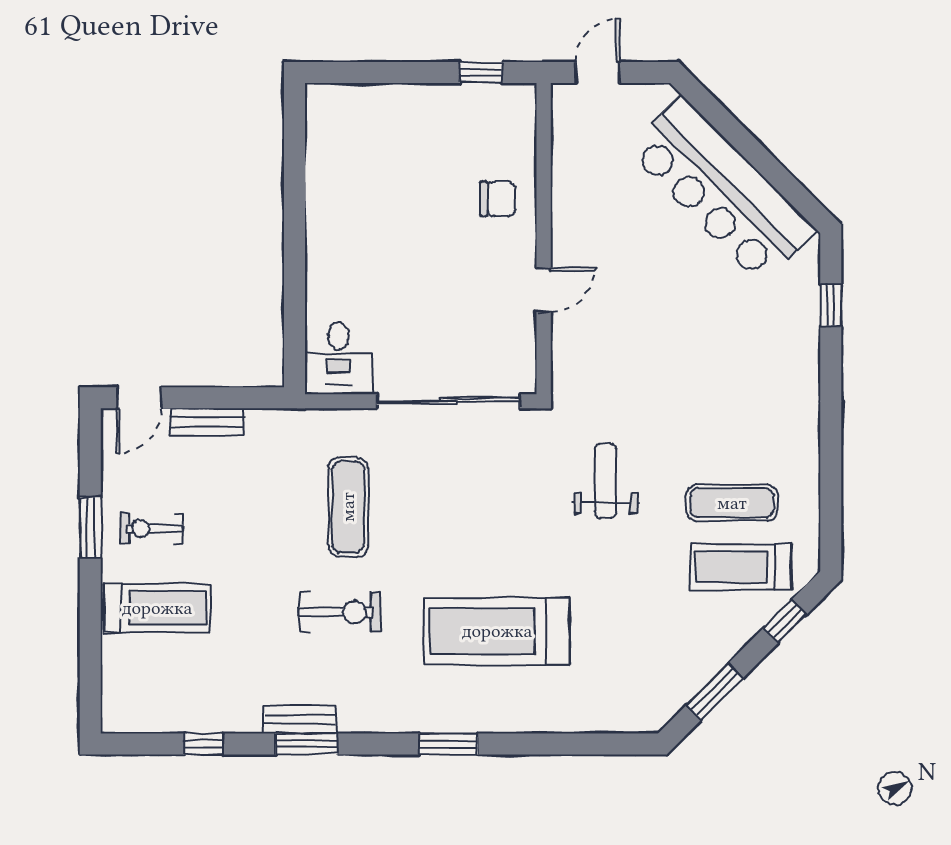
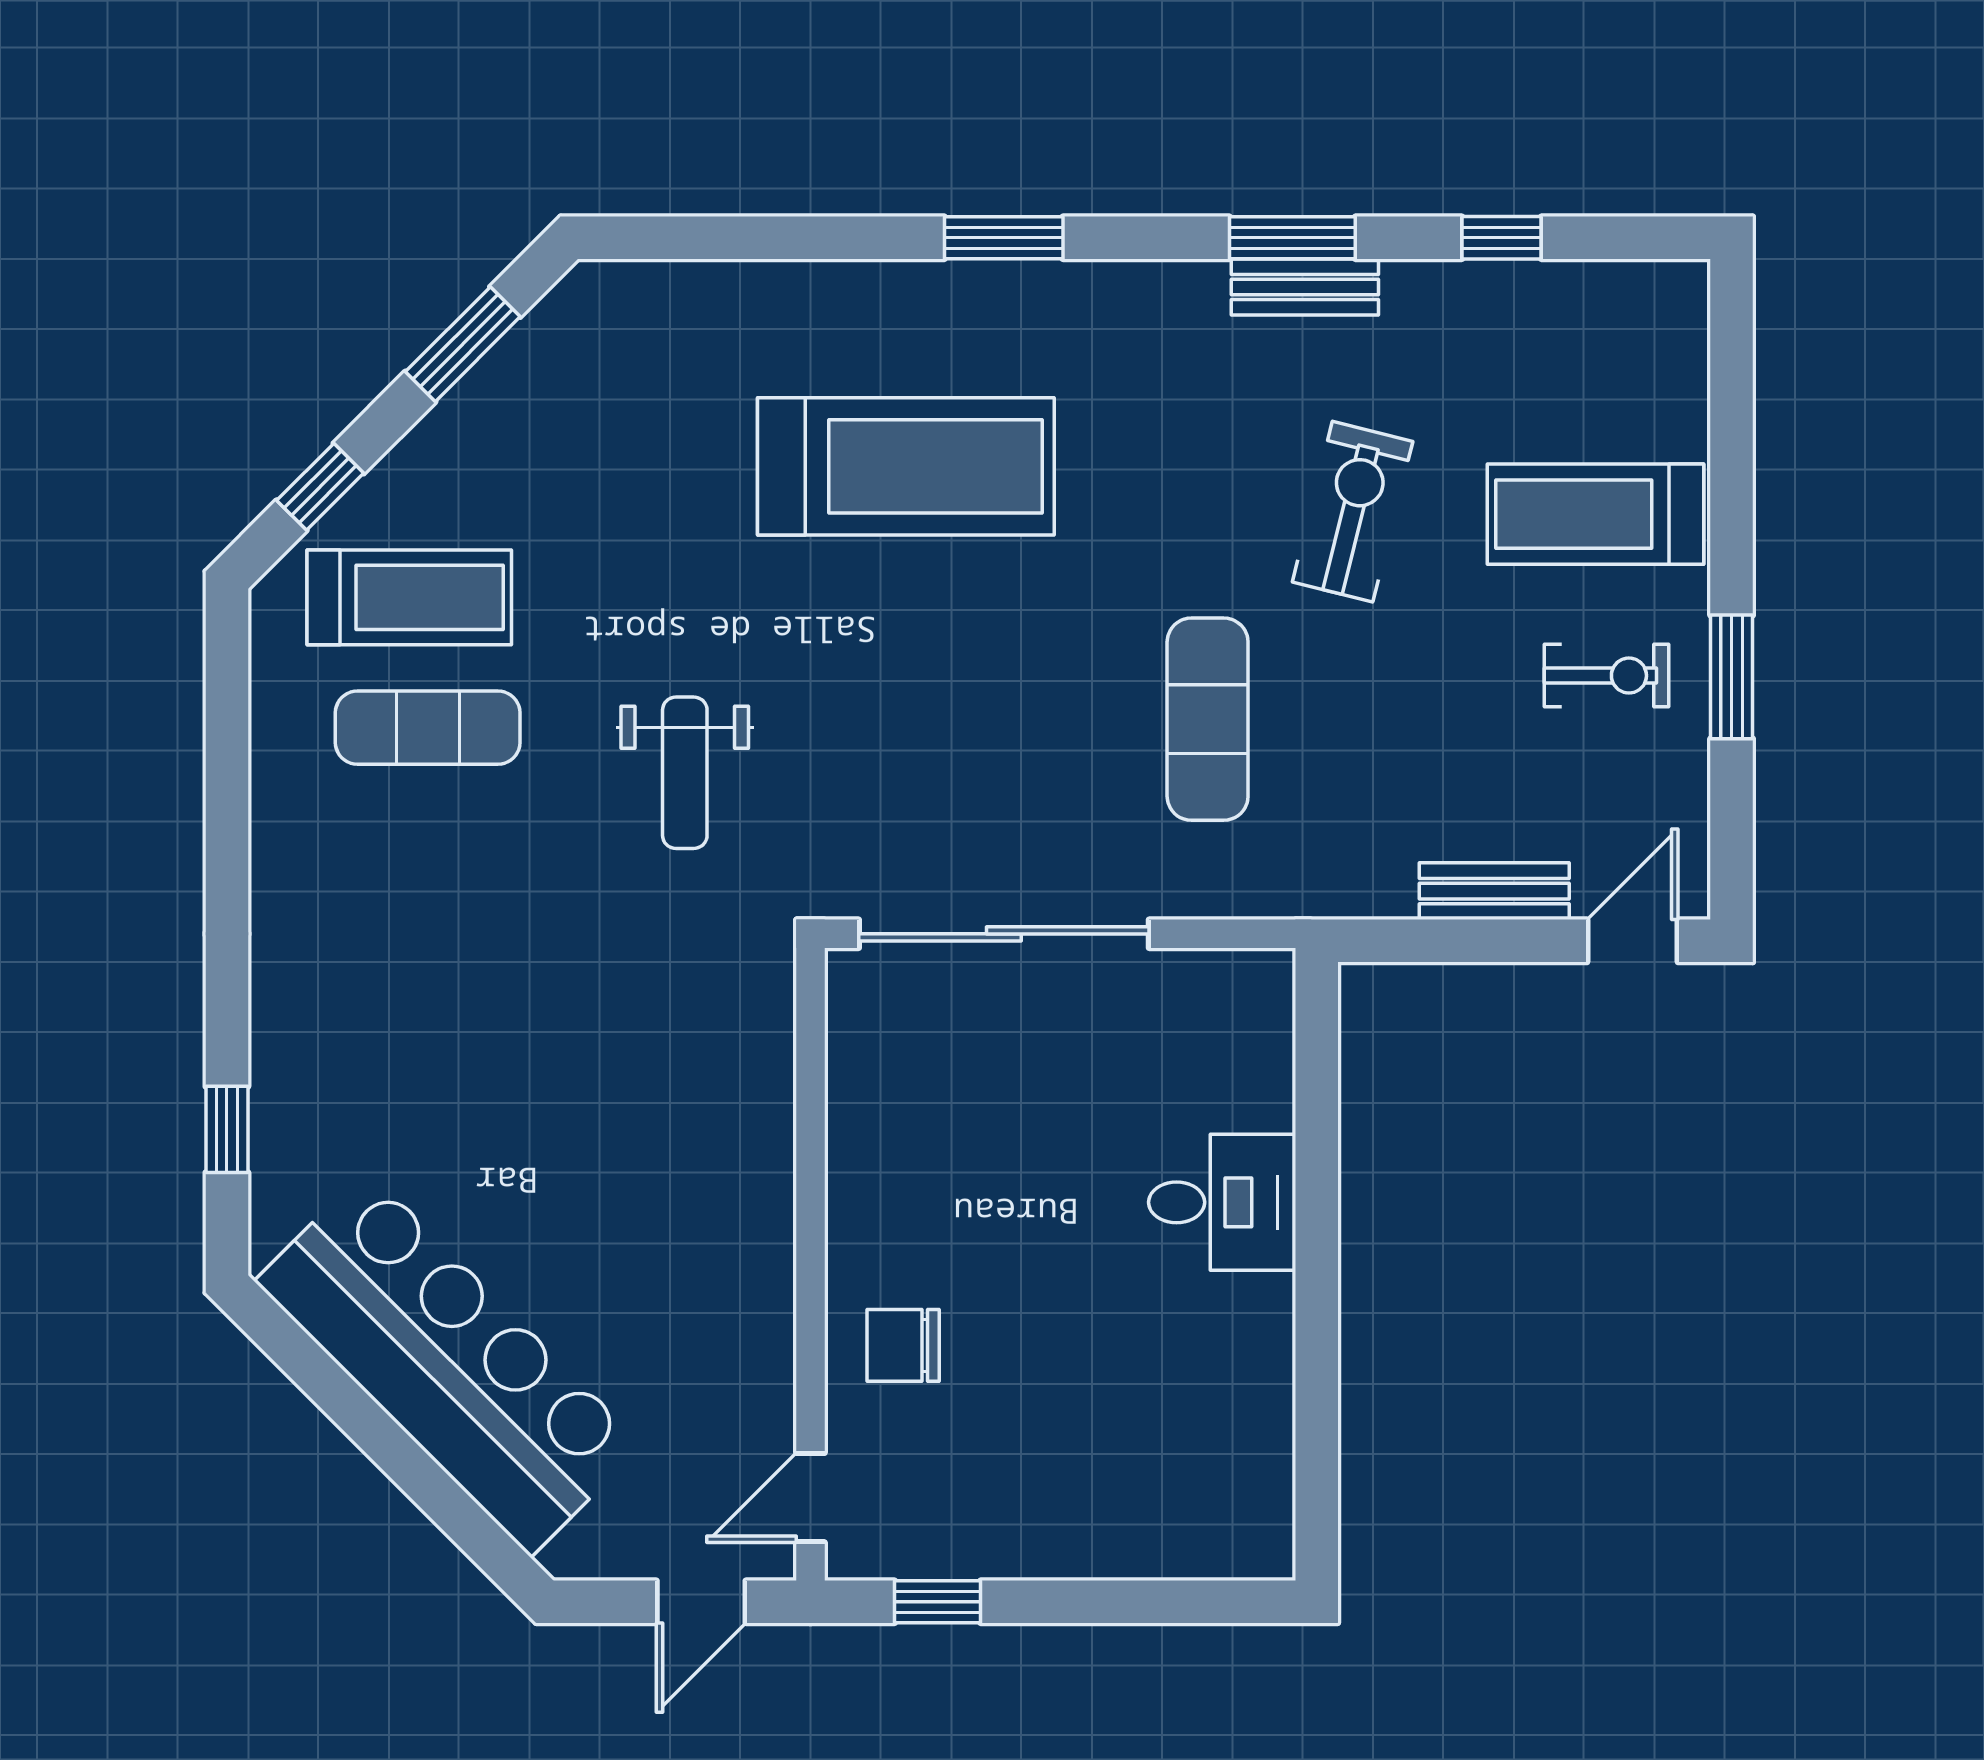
door: (544, 290) -> (810, 1498), moved
desk: (338, 358) -> (1222, 1202), moved, turned 90
exercise bike: (340, 612) -> (1353, 512), moved, turned 104

